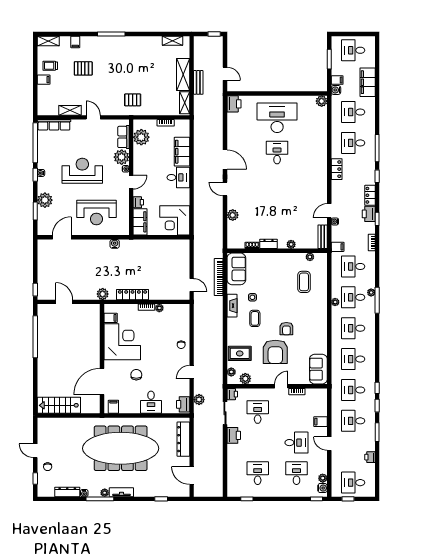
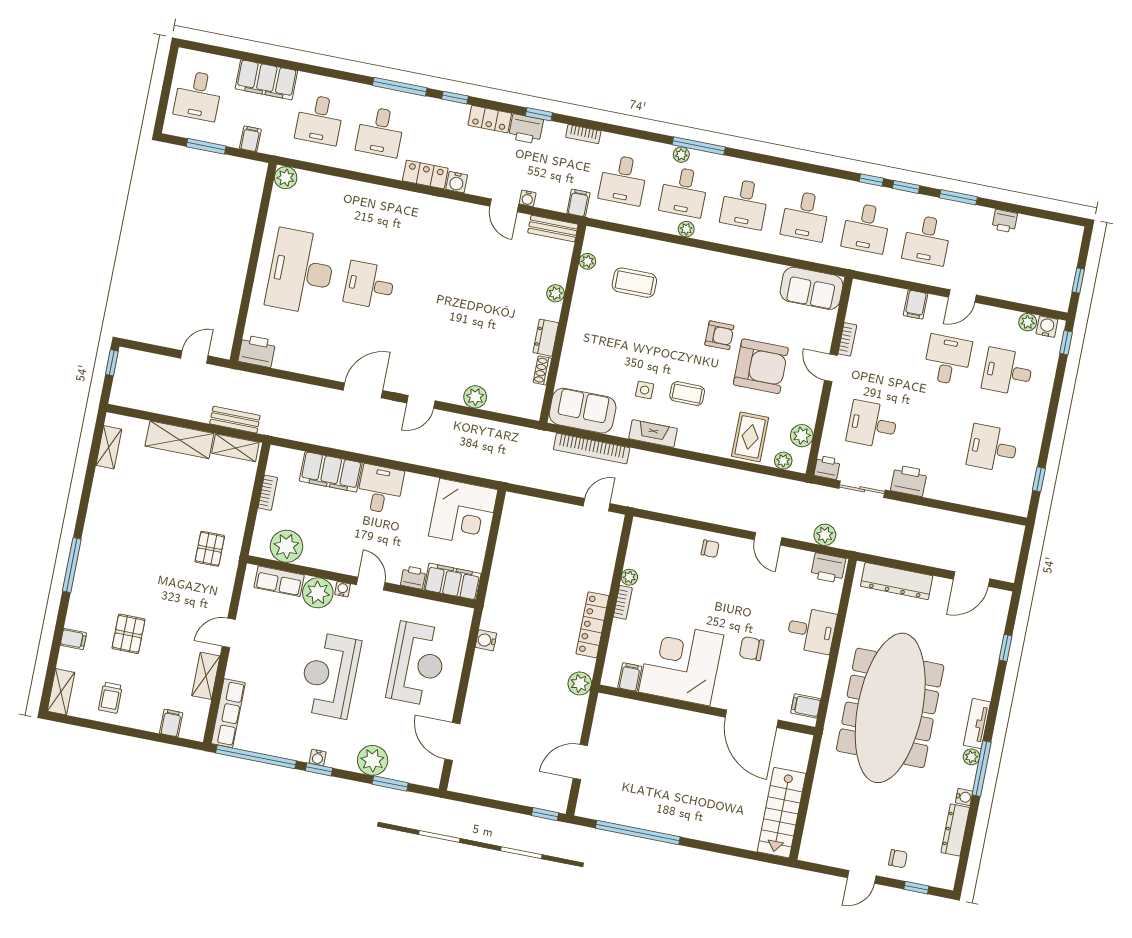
filing cabinet: (44, 80) -> (171, 723), moved
bench: (198, 82) -> (235, 420), moved
water cooler: (336, 90) -> (457, 182), moved
desk: (353, 483) -> (1048, 264), removed

